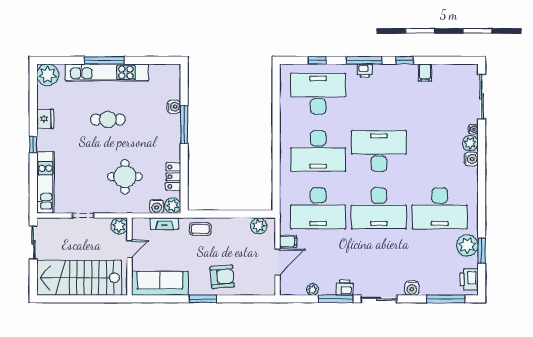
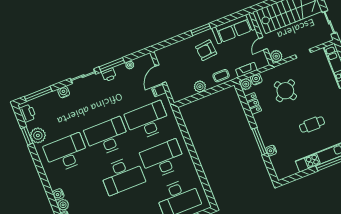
round table: (125, 177) -> (285, 91), turned -32
plant: (259, 226) -> (200, 87), moved
armchair: (222, 277) -> (206, 50), moved

